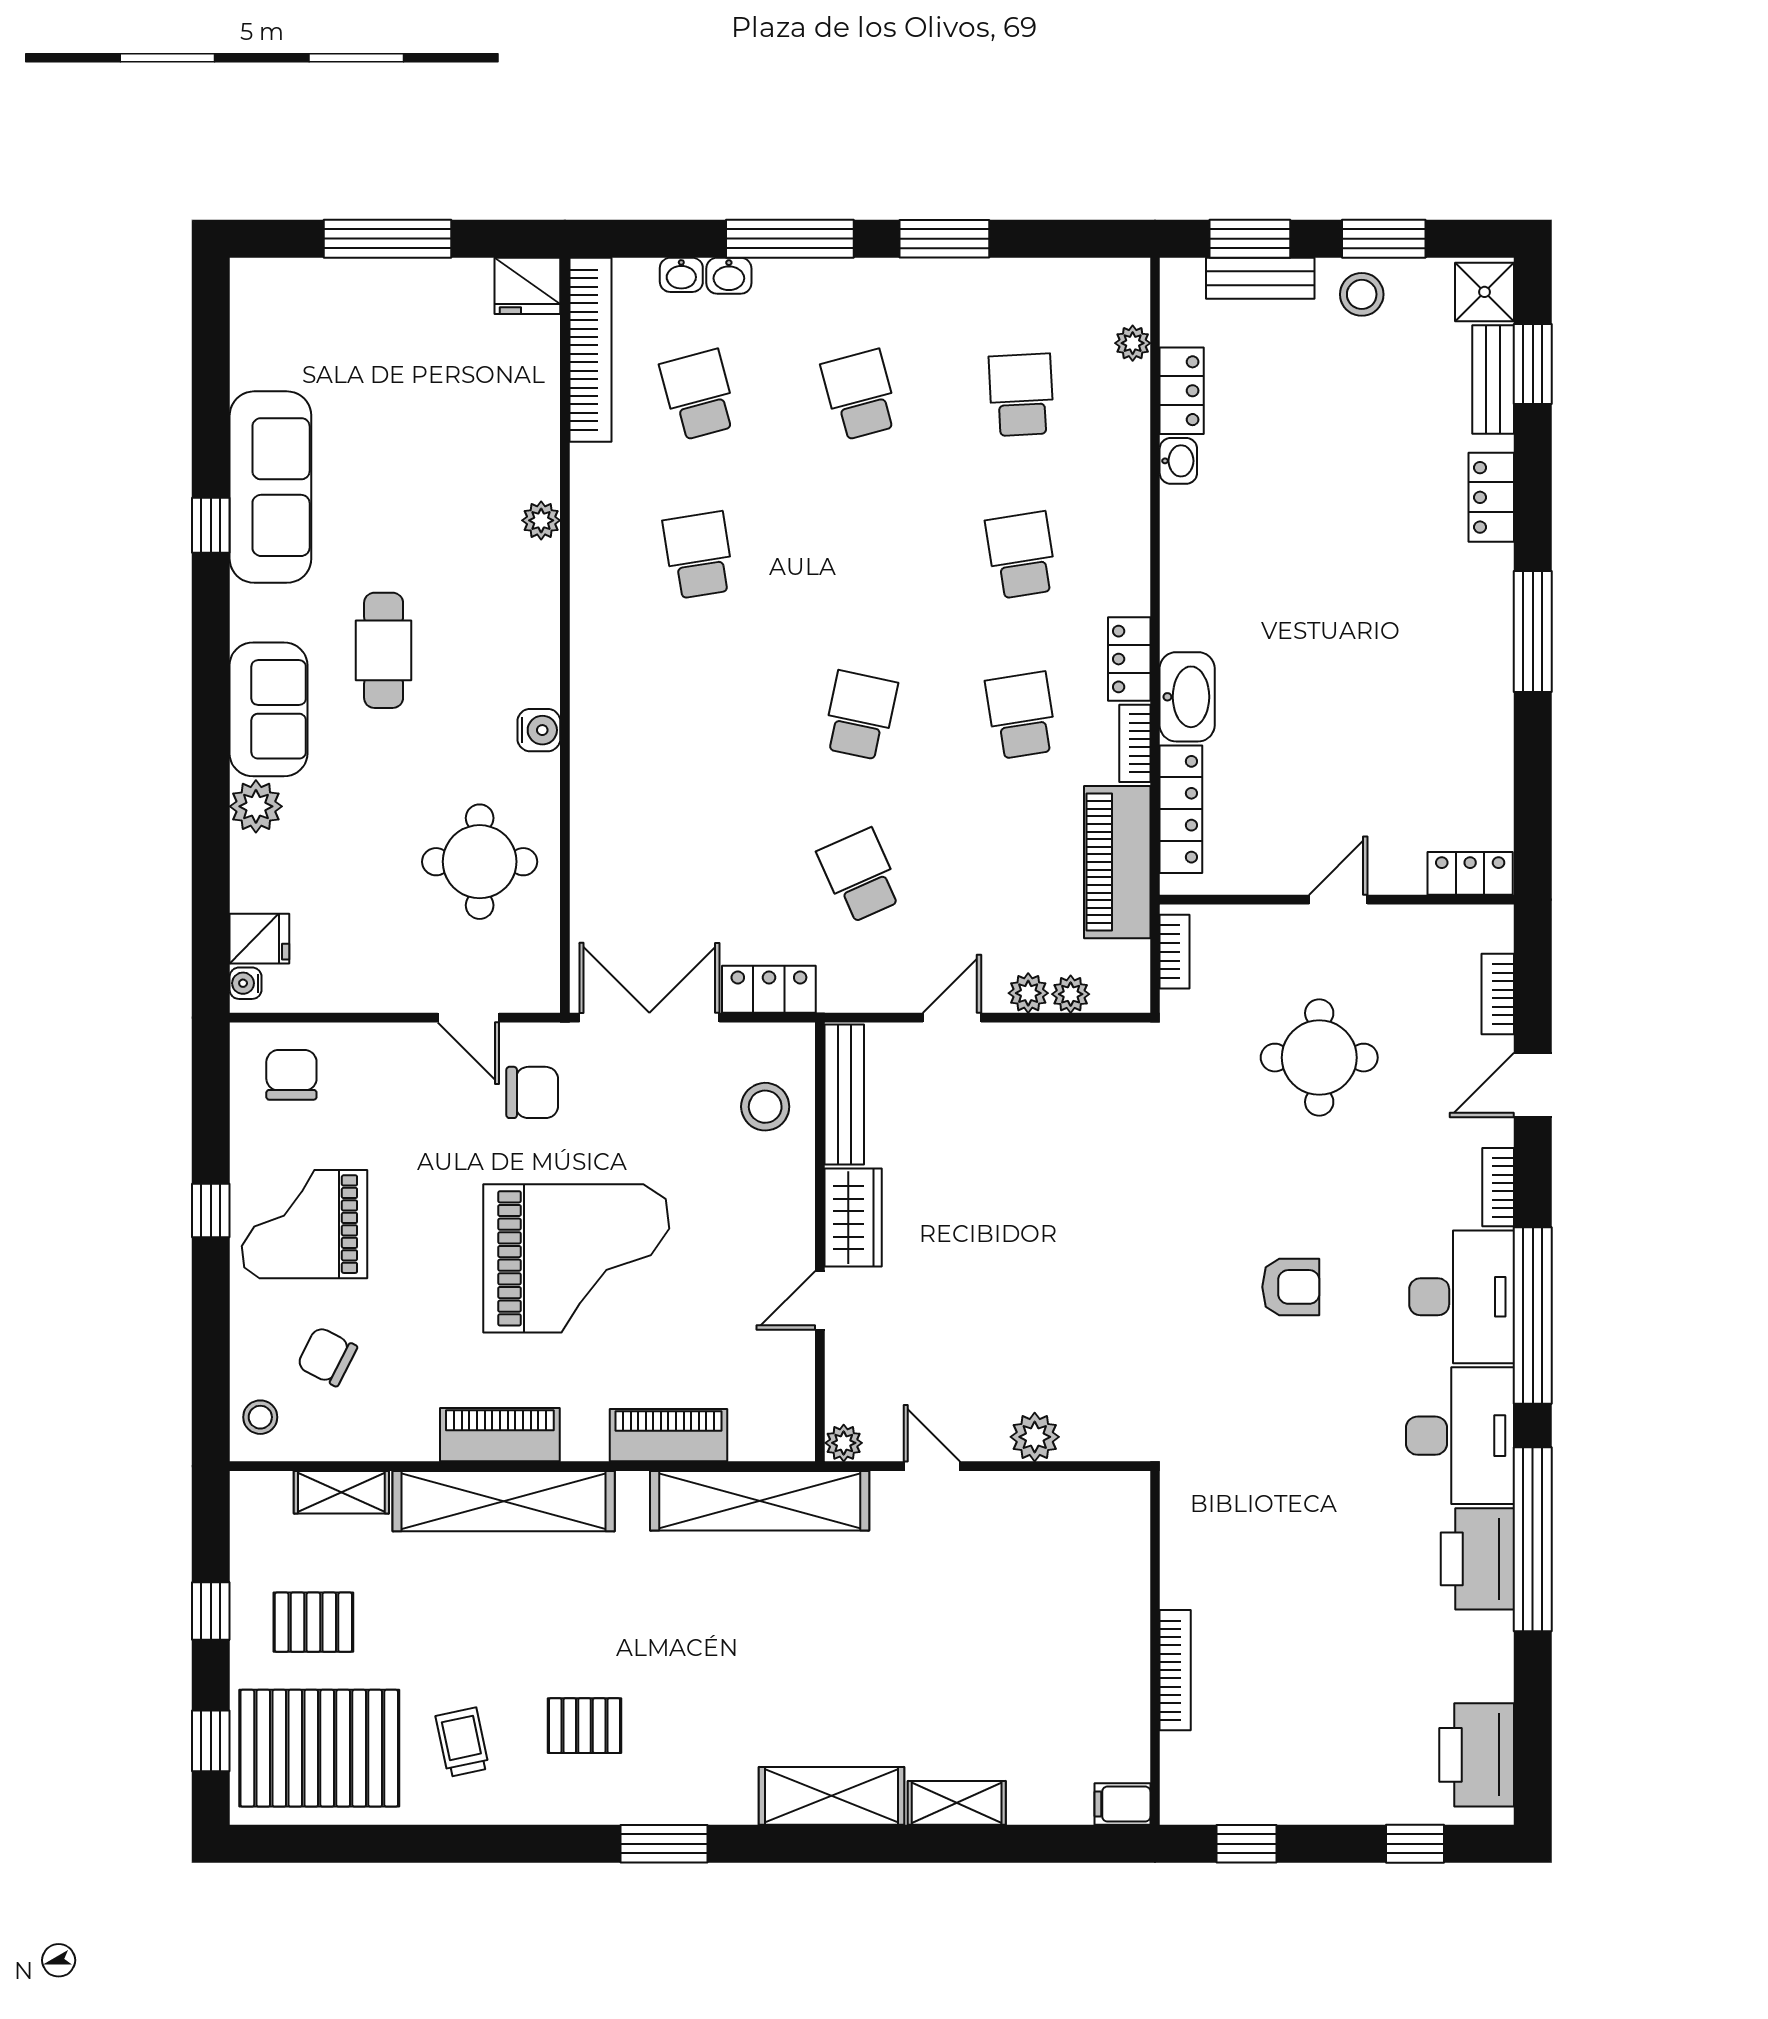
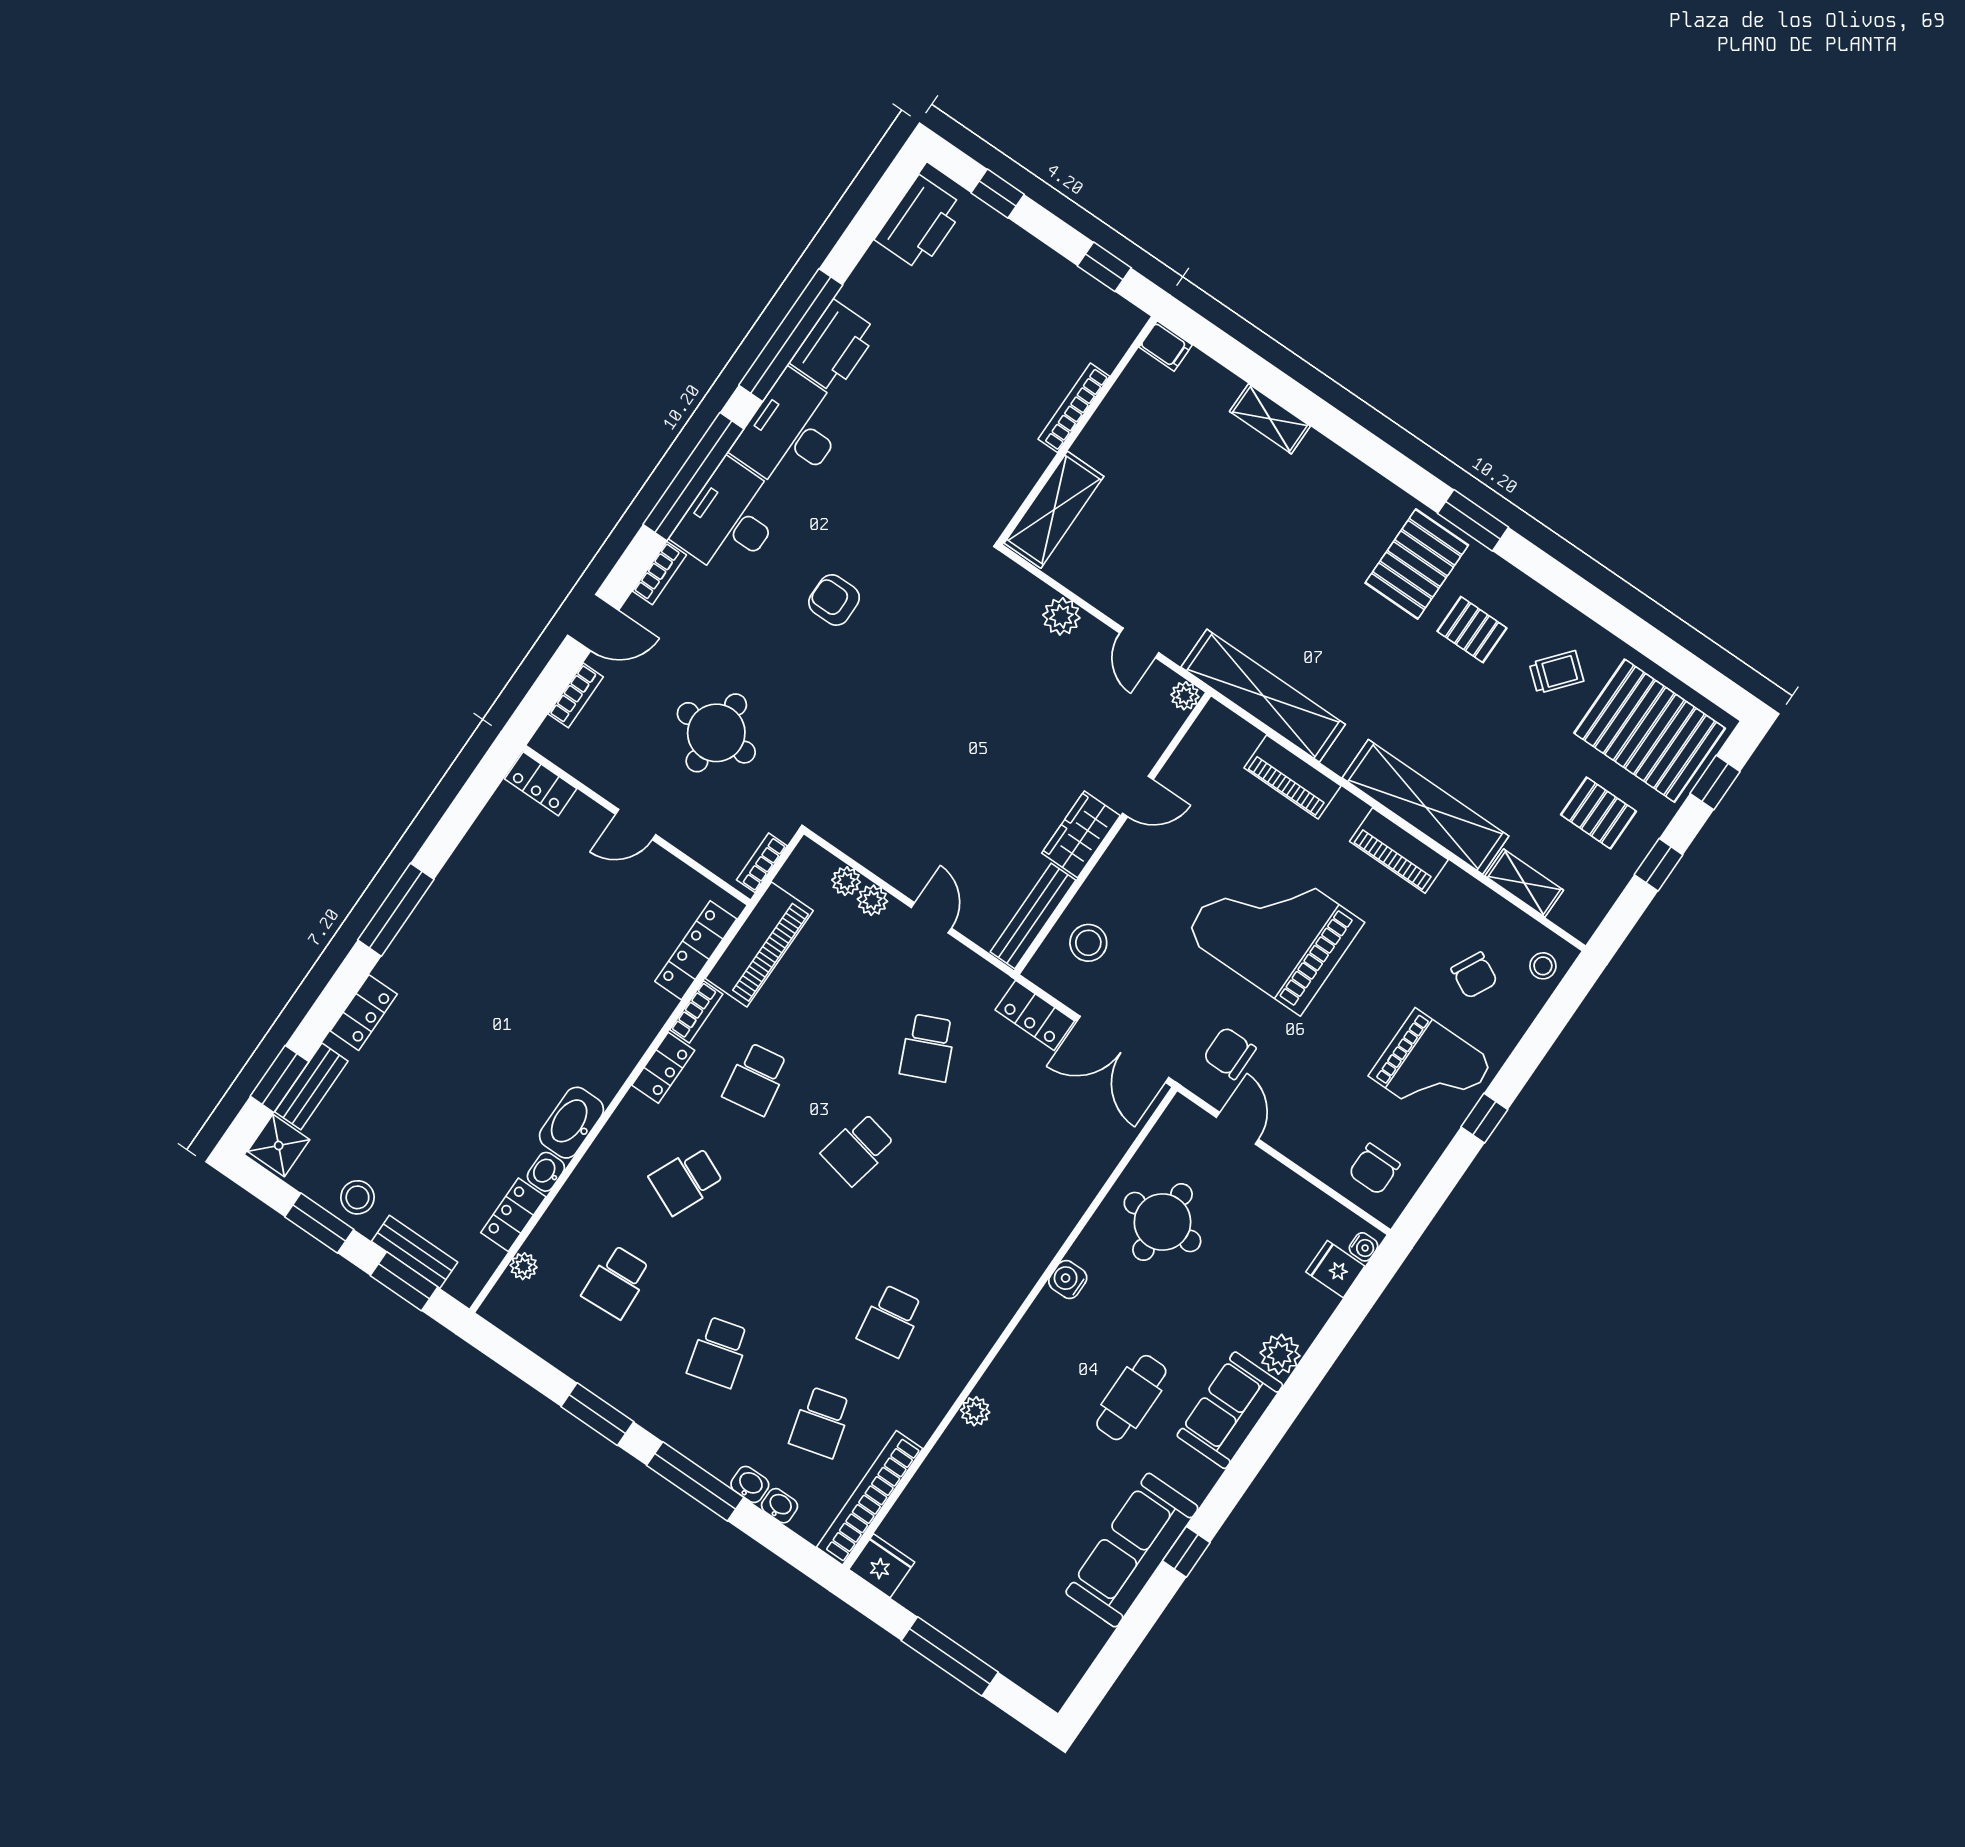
school desk: (1021, 555) -> (686, 1180), turned 33
washbasin: (1187, 697) -> (572, 1123), moved
door: (952, 1018) -> (931, 918), swing flipped
trolley: (462, 1742) -> (1556, 672), turned -128
pallet: (692, 1755) -> (1417, 564), added
shelving: (832, 1796) -> (1054, 510), moved, turned 90

